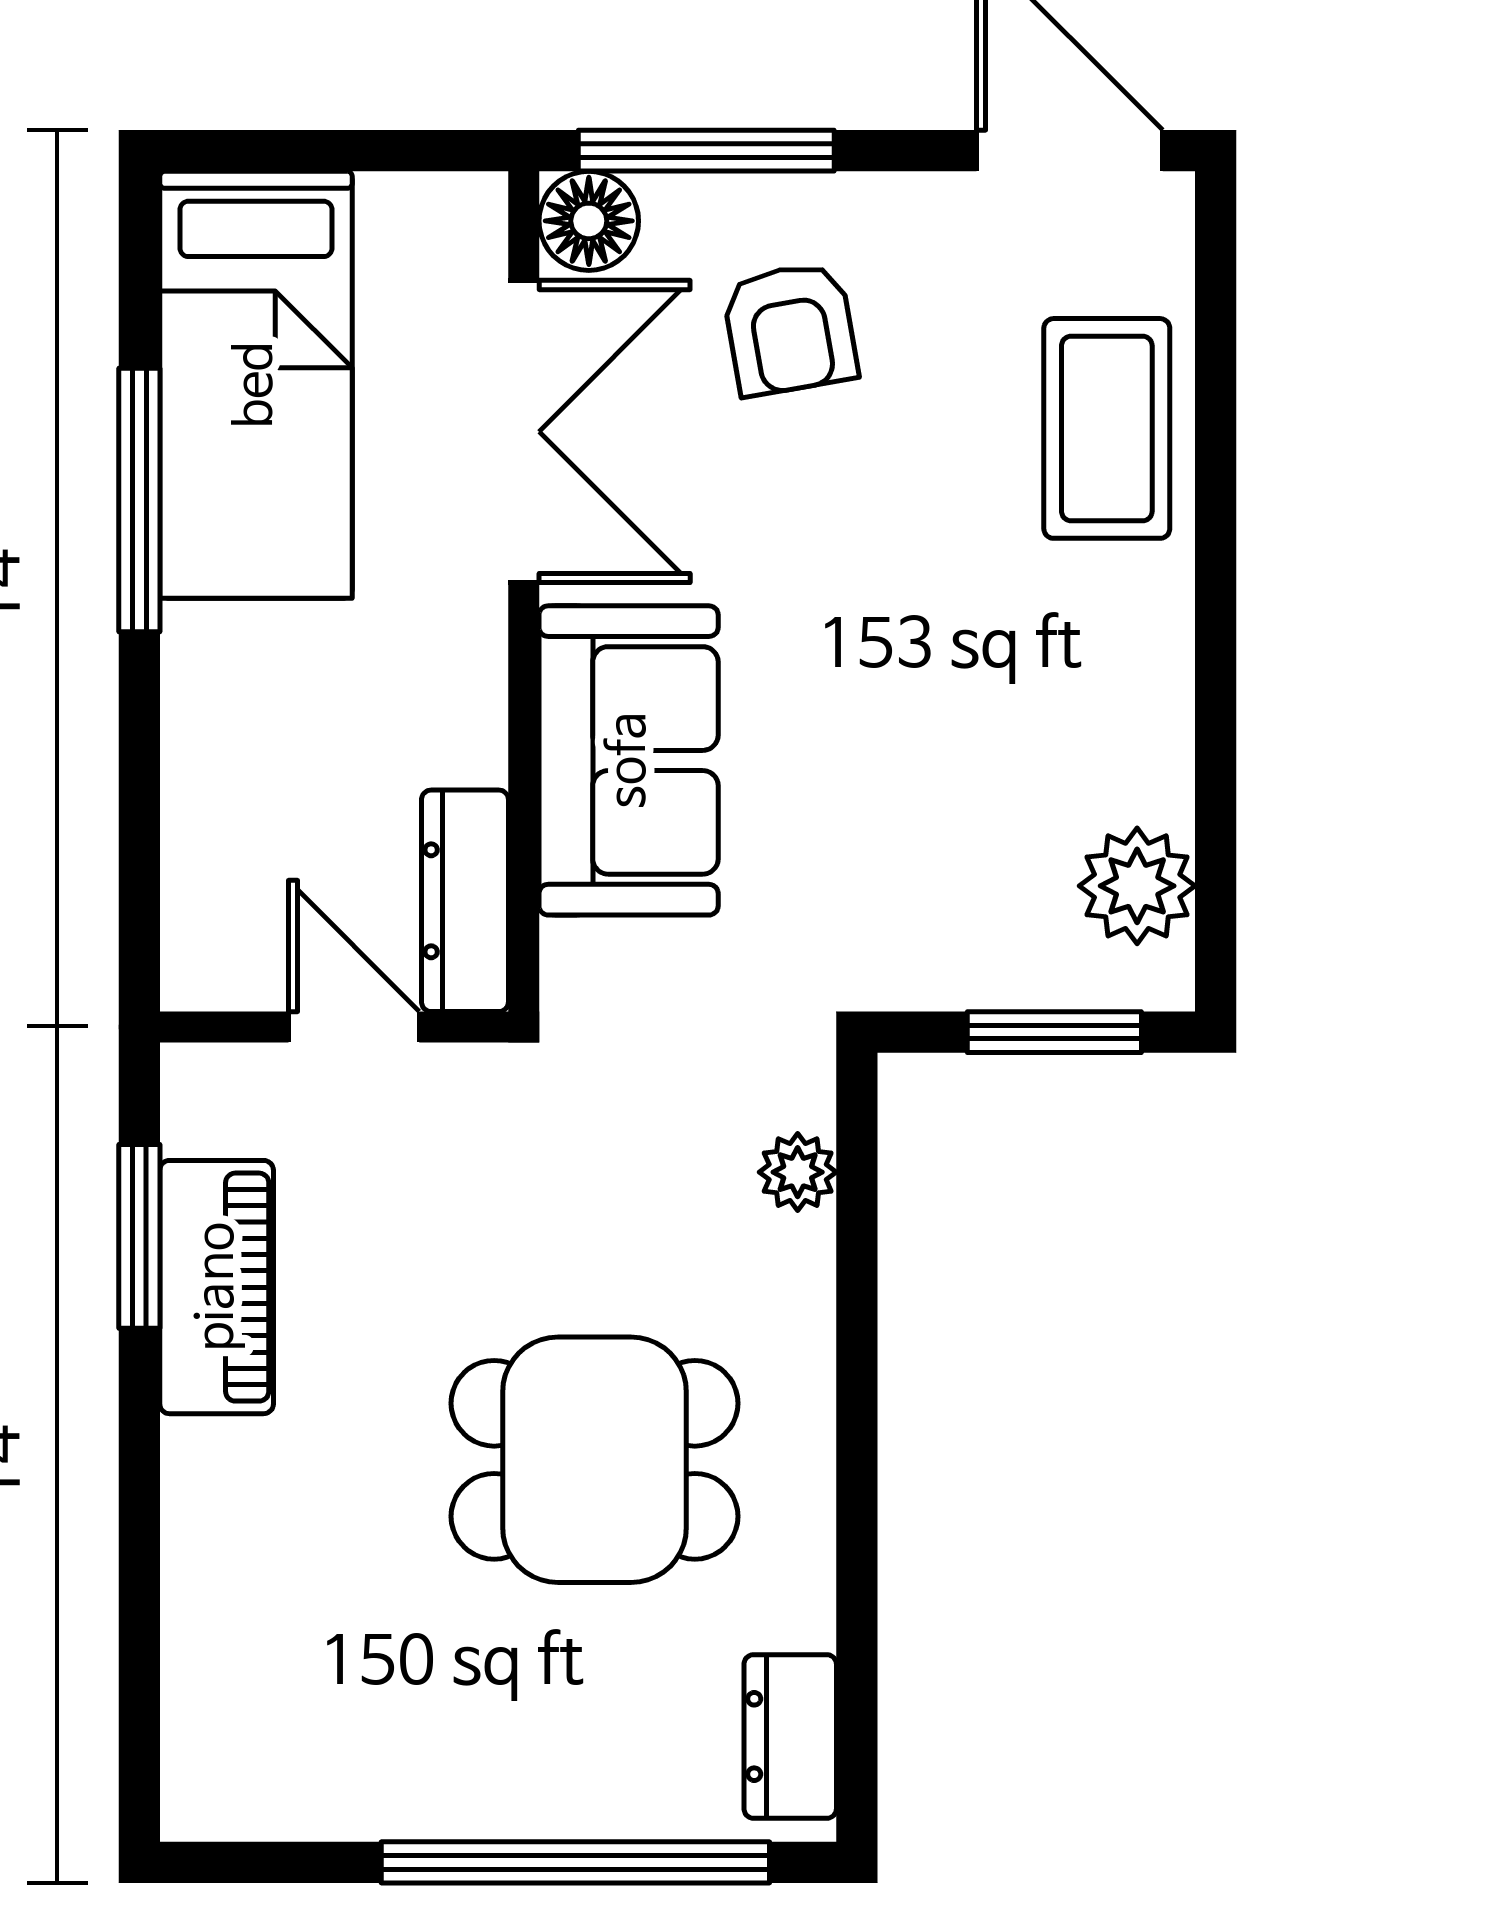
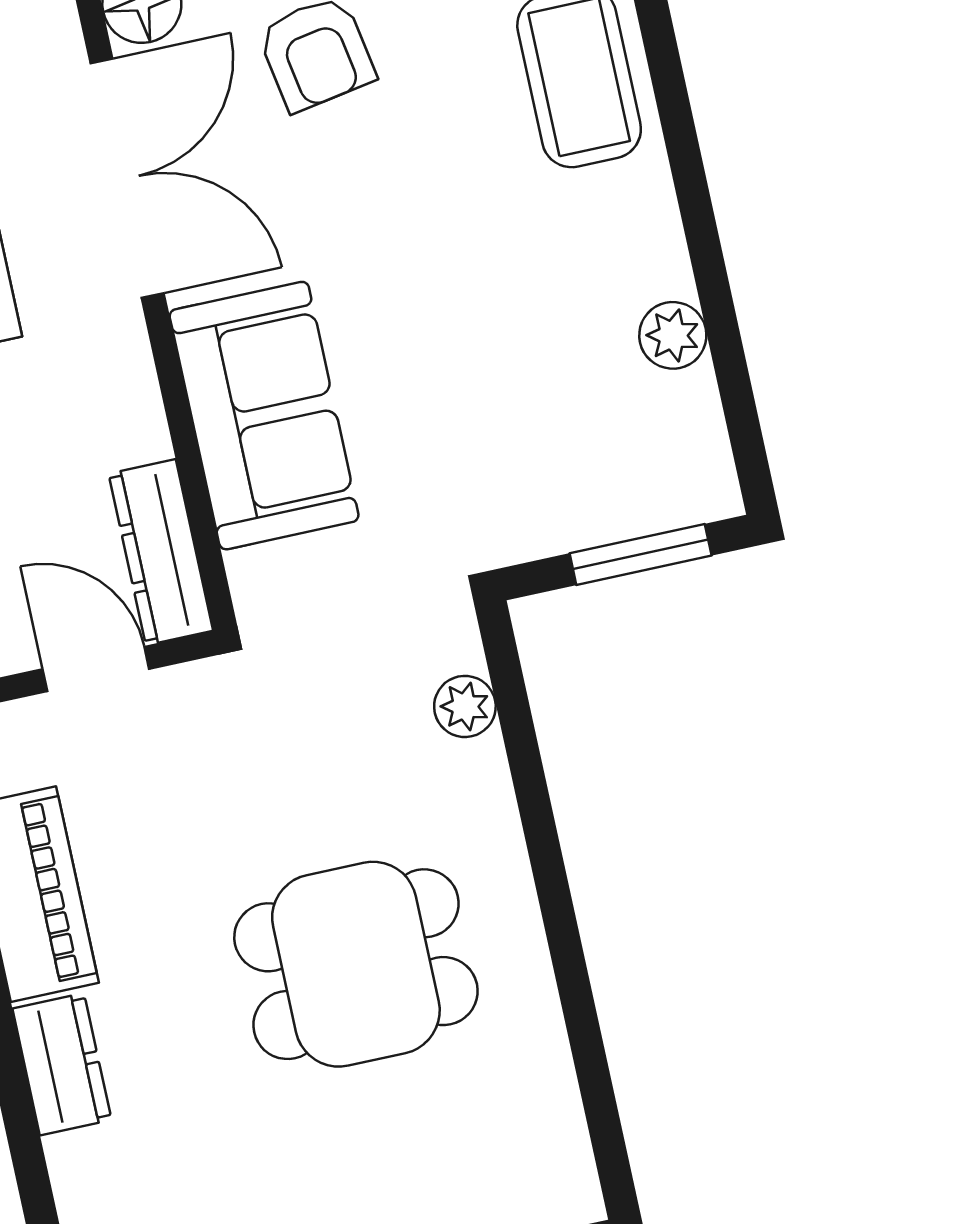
plant: (1137, 886) -> (673, 335), moved, width x0.73, depth x0.73
dresser: (790, 1736) -> (62, 1064), moved, turned 180

